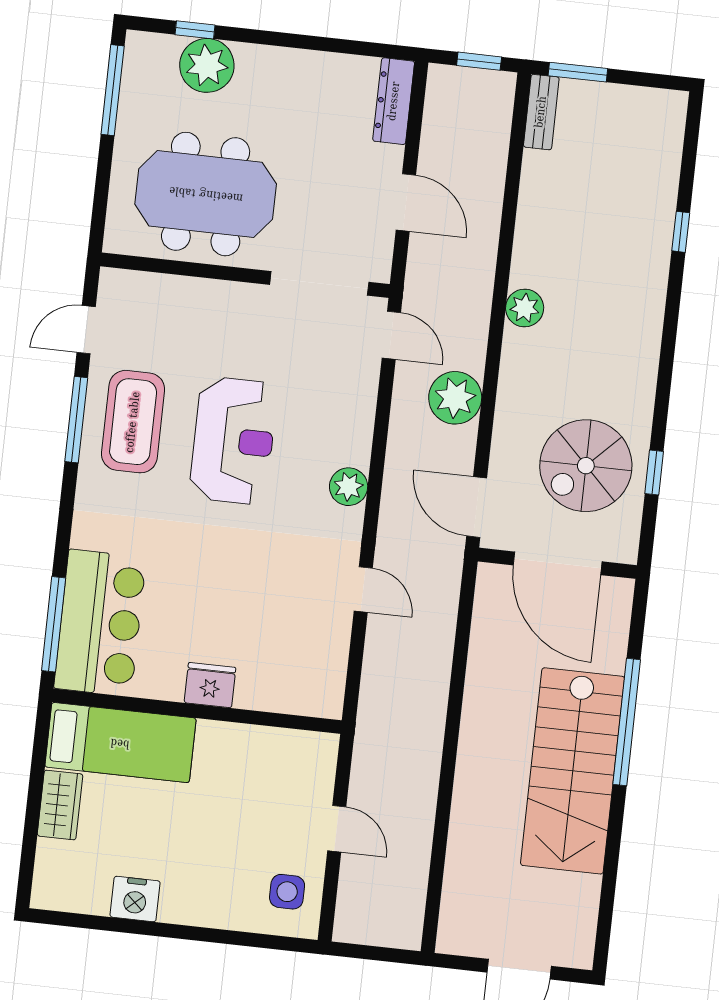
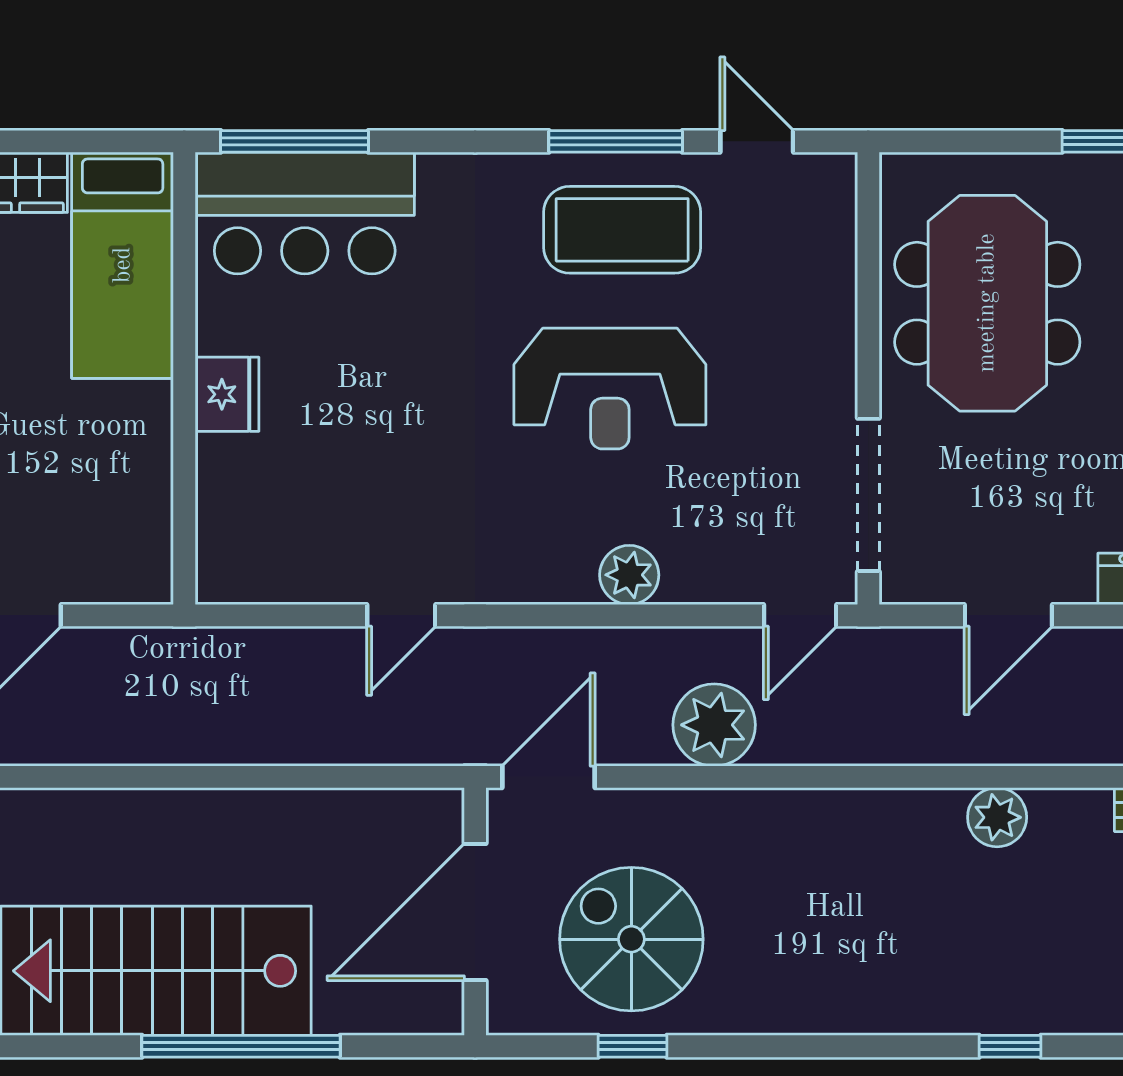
plant: (525, 308) -> (997, 817), moved
plant: (349, 487) -> (629, 575), moved

